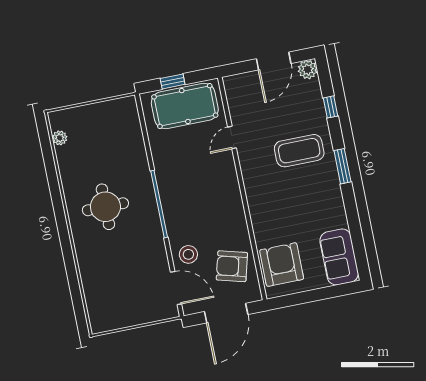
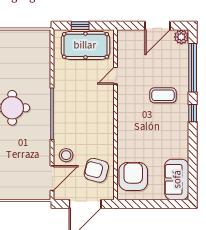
window: (330, 107) -> (193, 68), width x3.17
coffee table: (299, 151) -> (163, 95), width x0.73, depth x0.76
window: (342, 166) -> (193, 113), width x0.67
door: (176, 288) -> (52, 178), hinge flipped

